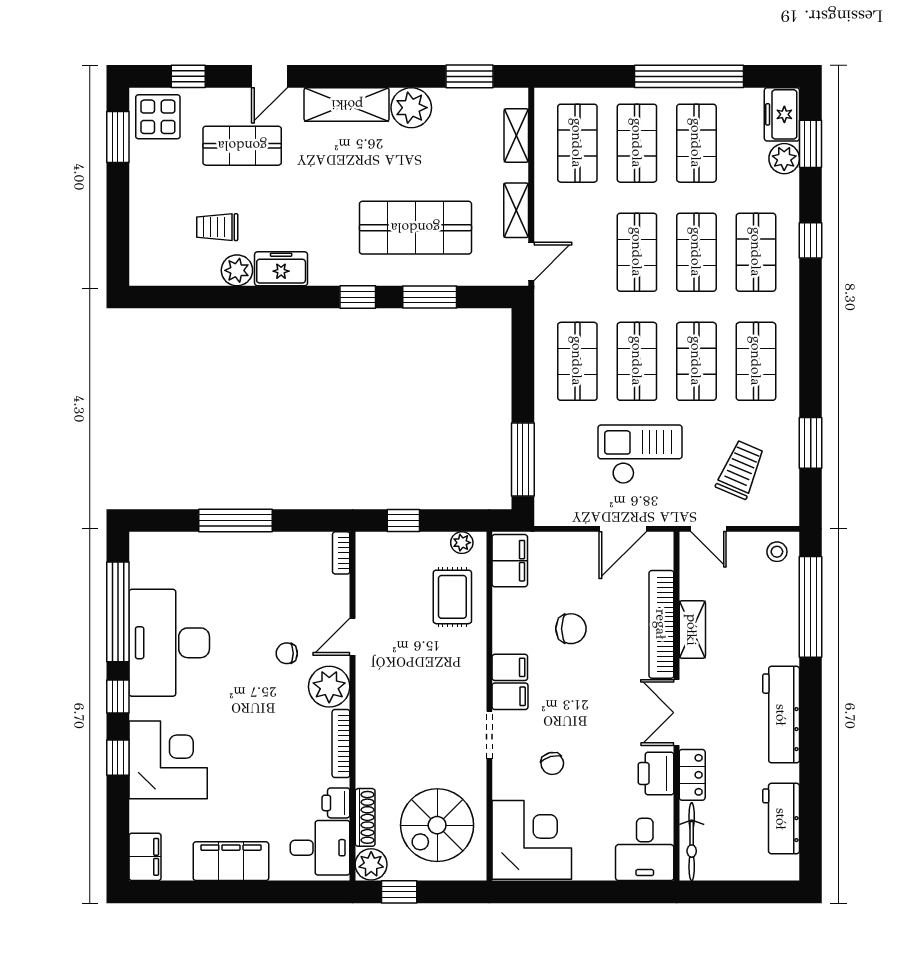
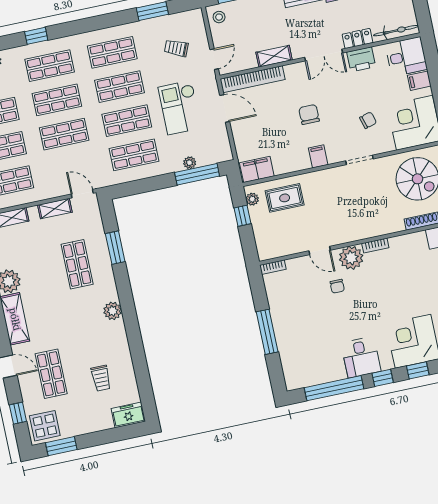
shop shelf: (415, 228) -> (77, 264), width x0.70, depth x0.74
freezer: (281, 269) -> (128, 415), moved, turned 90
plant: (237, 270) -> (113, 311), moved
window: (358, 297) -> (124, 289), removed
plant: (545, 451) -> (190, 163), added
trolley: (740, 470) -> (176, 48), width x0.73, depth x0.72
window: (403, 520) -> (242, 216), moved
bookcase: (661, 624) -> (253, 79), moved
chair: (571, 629) -> (309, 114), moved
desk: (169, 643) -> (361, 357), width x0.53, depth x0.77
filing cabinet: (510, 696) -> (419, 81), moved, turned -90
bookcase: (341, 744) -> (375, 246), width x0.64
printer: (336, 803) -> (417, 240), removed

